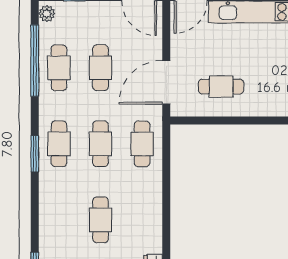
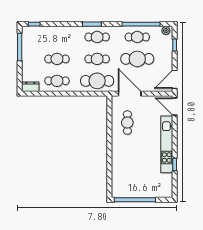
cafe table: (100, 68) -> (137, 59), width x1.37, depth x1.35
cafe table: (142, 144) -> (97, 81), width x1.37, depth x1.35
cafe table: (142, 220) -> (57, 81), added

